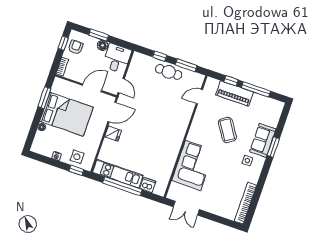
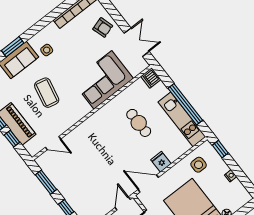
cafe table: (169, 72) -> (139, 123), moved
coffee table: (227, 130) -> (47, 93), turned -45
side table: (77, 157) -> (199, 165), moved
dishwasher: (148, 185) -> (151, 78), moved
armchair: (218, 203) -> (103, 27), added

